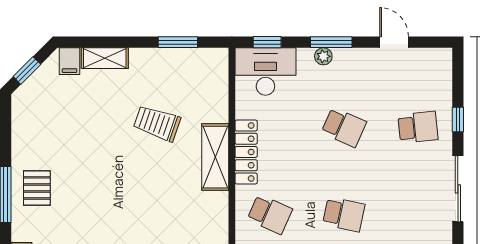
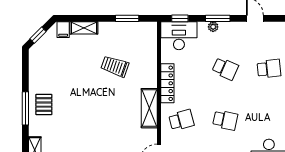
shelving: (215, 157) -> (149, 108), moved
school desk: (270, 214) -> (181, 120), turned -39

